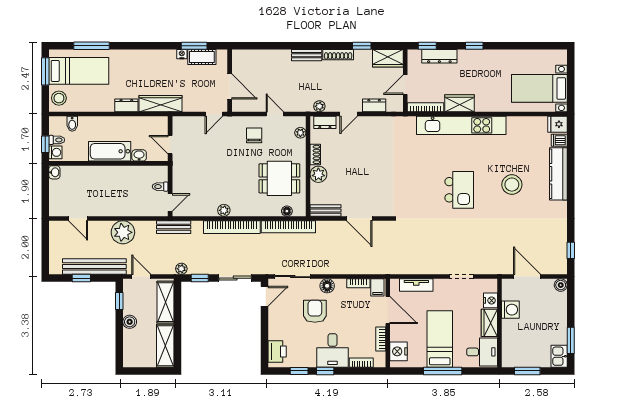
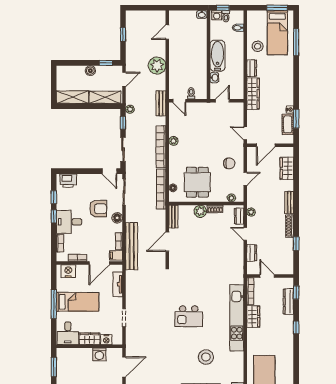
wardrobe: (388, 58) -> (287, 168), moved
stool: (59, 98) -> (258, 46), moved
stool: (512, 185) -> (206, 357), moved
bench: (94, 266) -> (132, 246), moved

